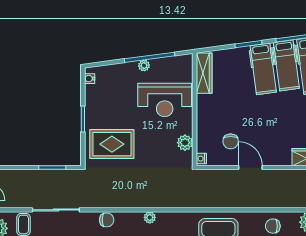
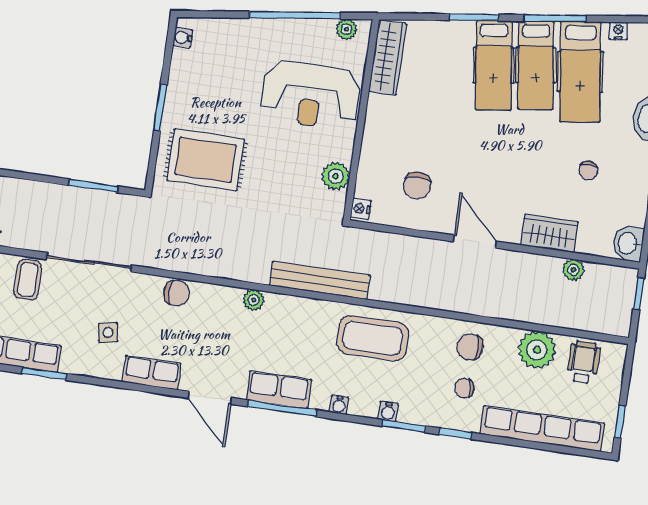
plant: (144, 66) -> (346, 29), moved
door: (250, 168) -> (475, 241), moved
bench: (185, 201) -> (320, 280), added

